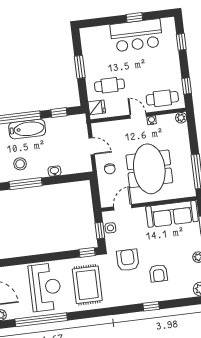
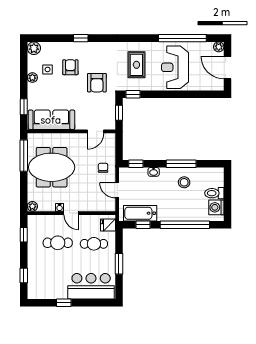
bar counter: (136, 35) -> (91, 286), moved
cafe table: (162, 98) -> (58, 243), moved
bathtub: (27, 129) -> (140, 213), moved
meeting table: (149, 169) -> (52, 167), moved, turned 90
window: (75, 178) -> (136, 164), added
side table: (110, 228) -> (48, 69), moved
rug: (87, 285) -> (136, 65), width x0.73, depth x0.70

